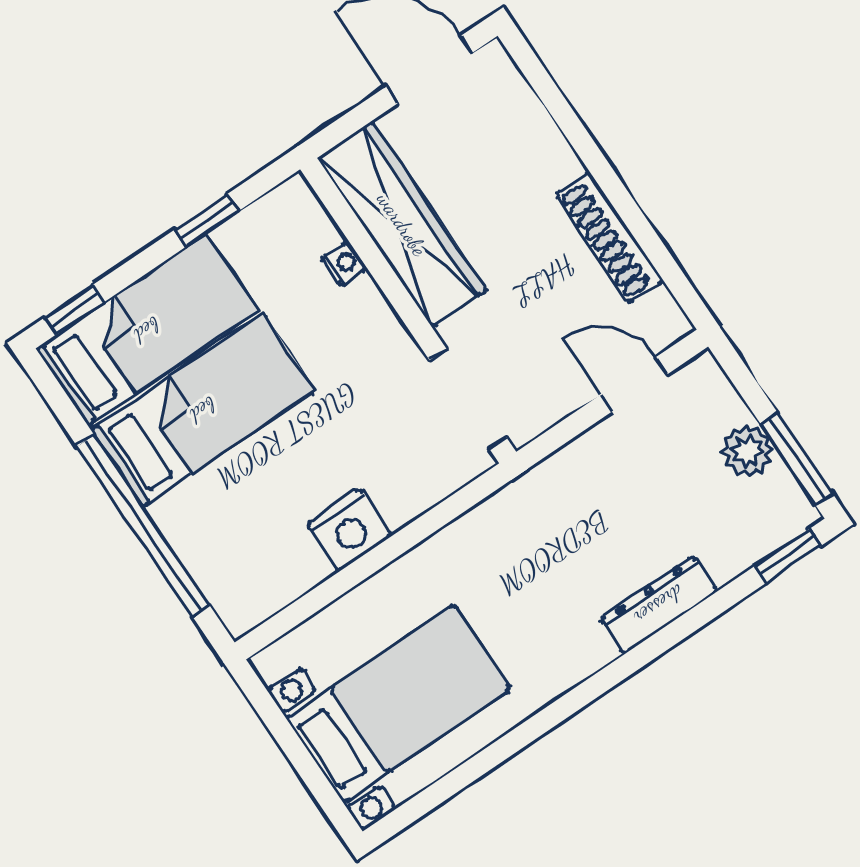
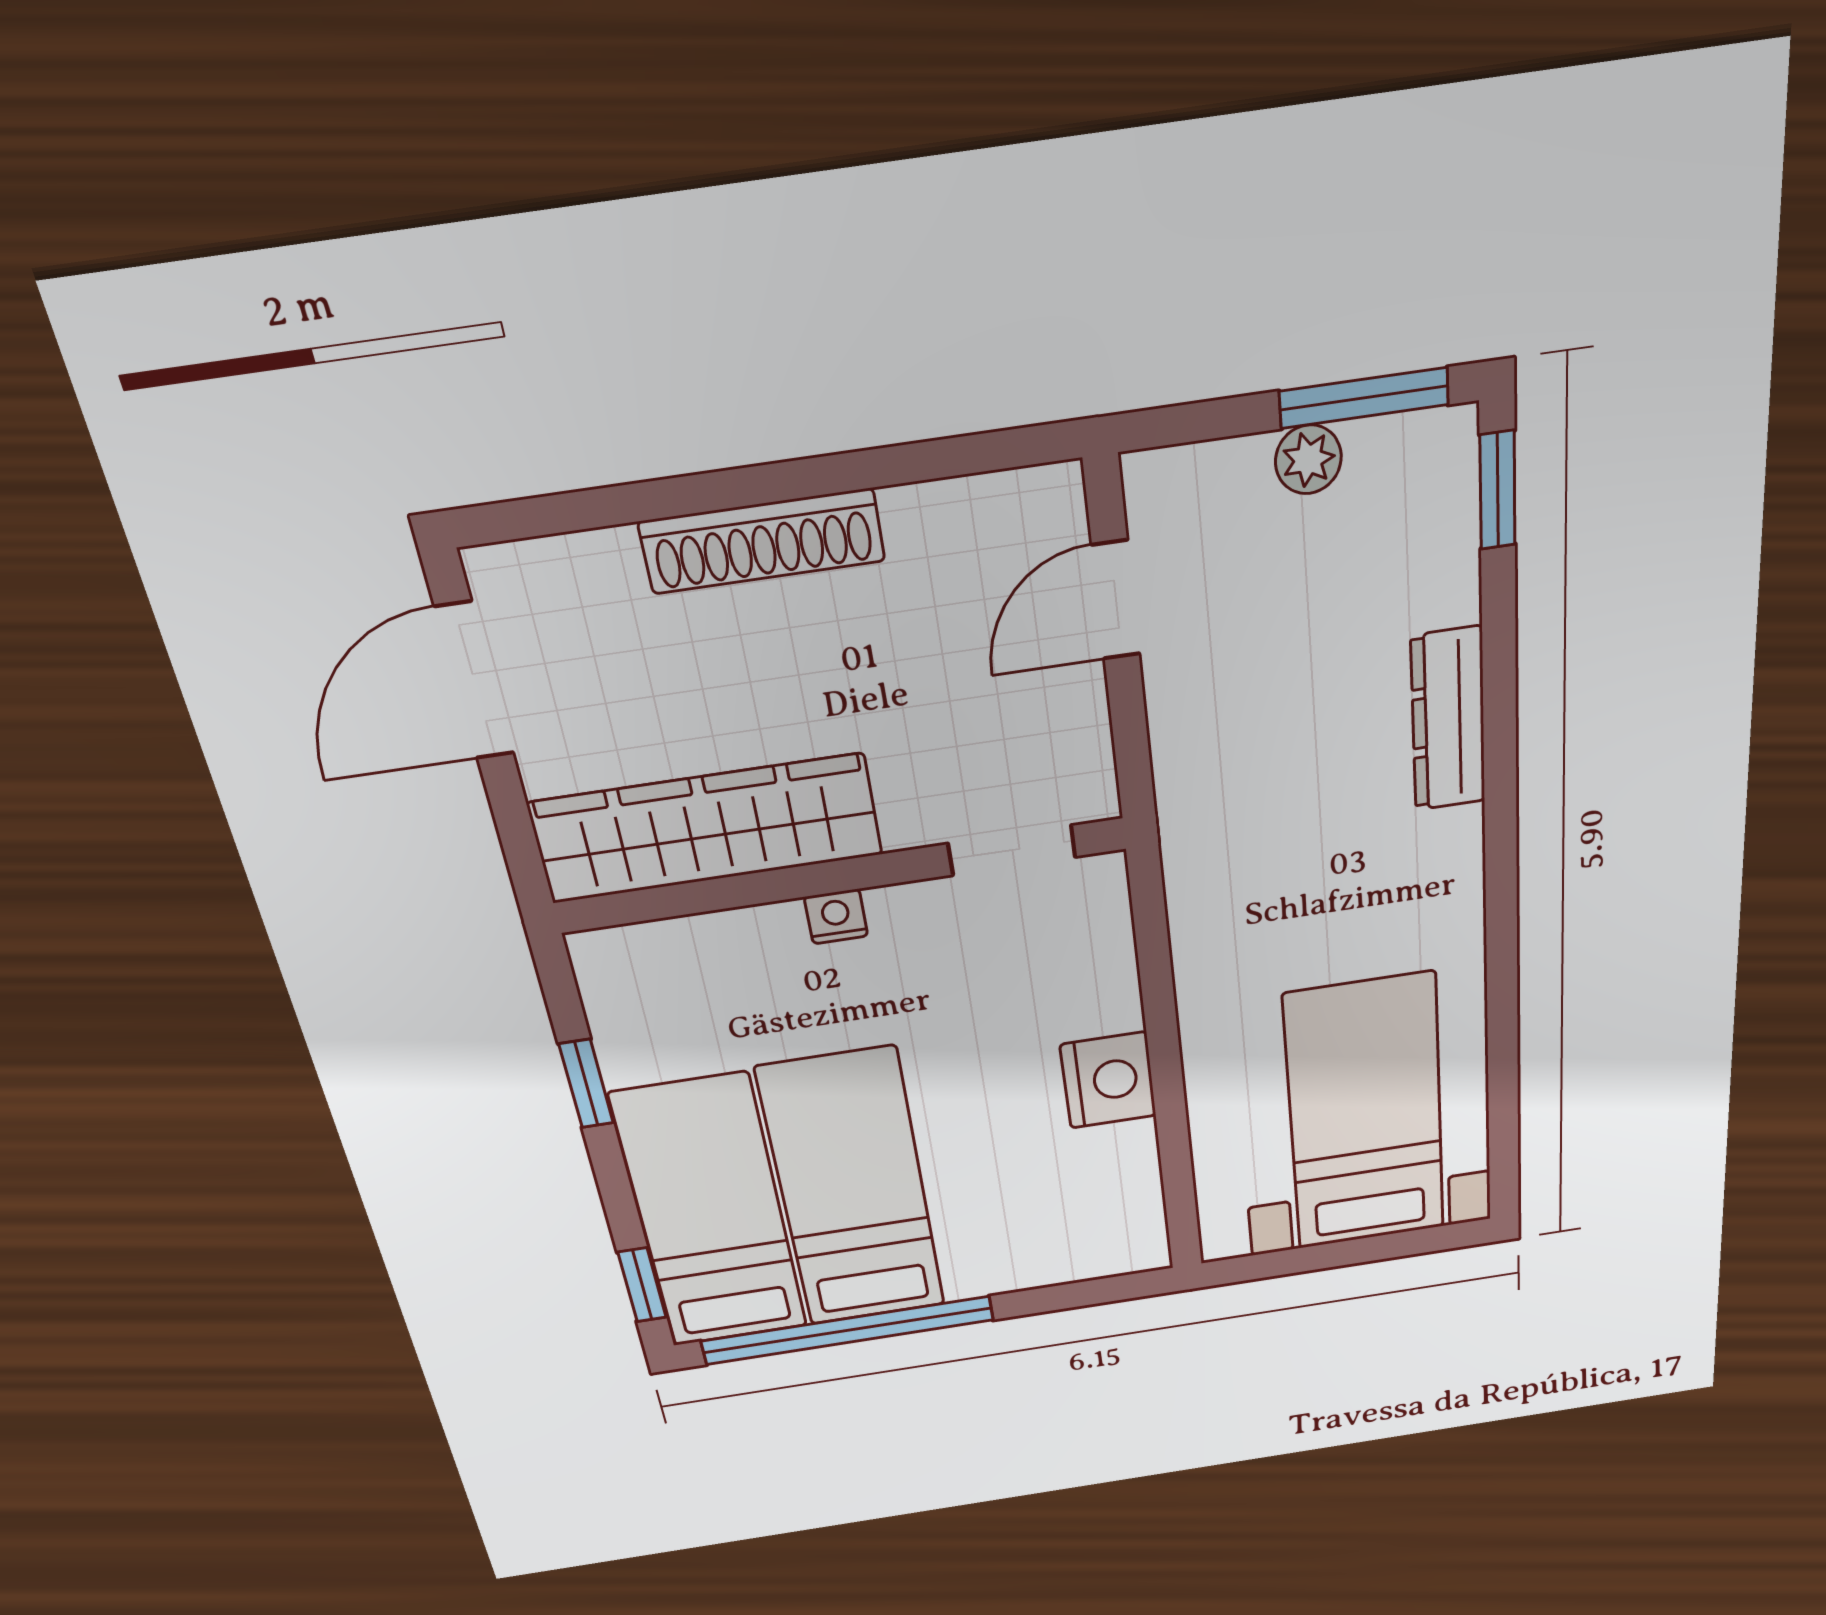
shoe rack: (609, 237) -> (762, 541), moved
nightstand: (344, 264) -> (836, 917), moved
doorway: (468, 399) -> (1012, 850), width x0.73
plant: (747, 451) -> (1308, 459), width x0.73, depth x0.73
window: (143, 526) -> (848, 1330), moved

